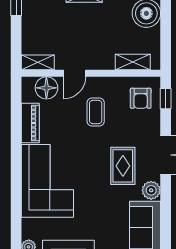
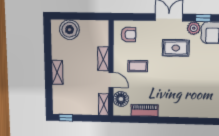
shelving: (133, 62) -> (103, 59), moved
window: (166, 99) -> (203, 18), moved
corner sofa: (47, 181) -> (185, 100), removed

